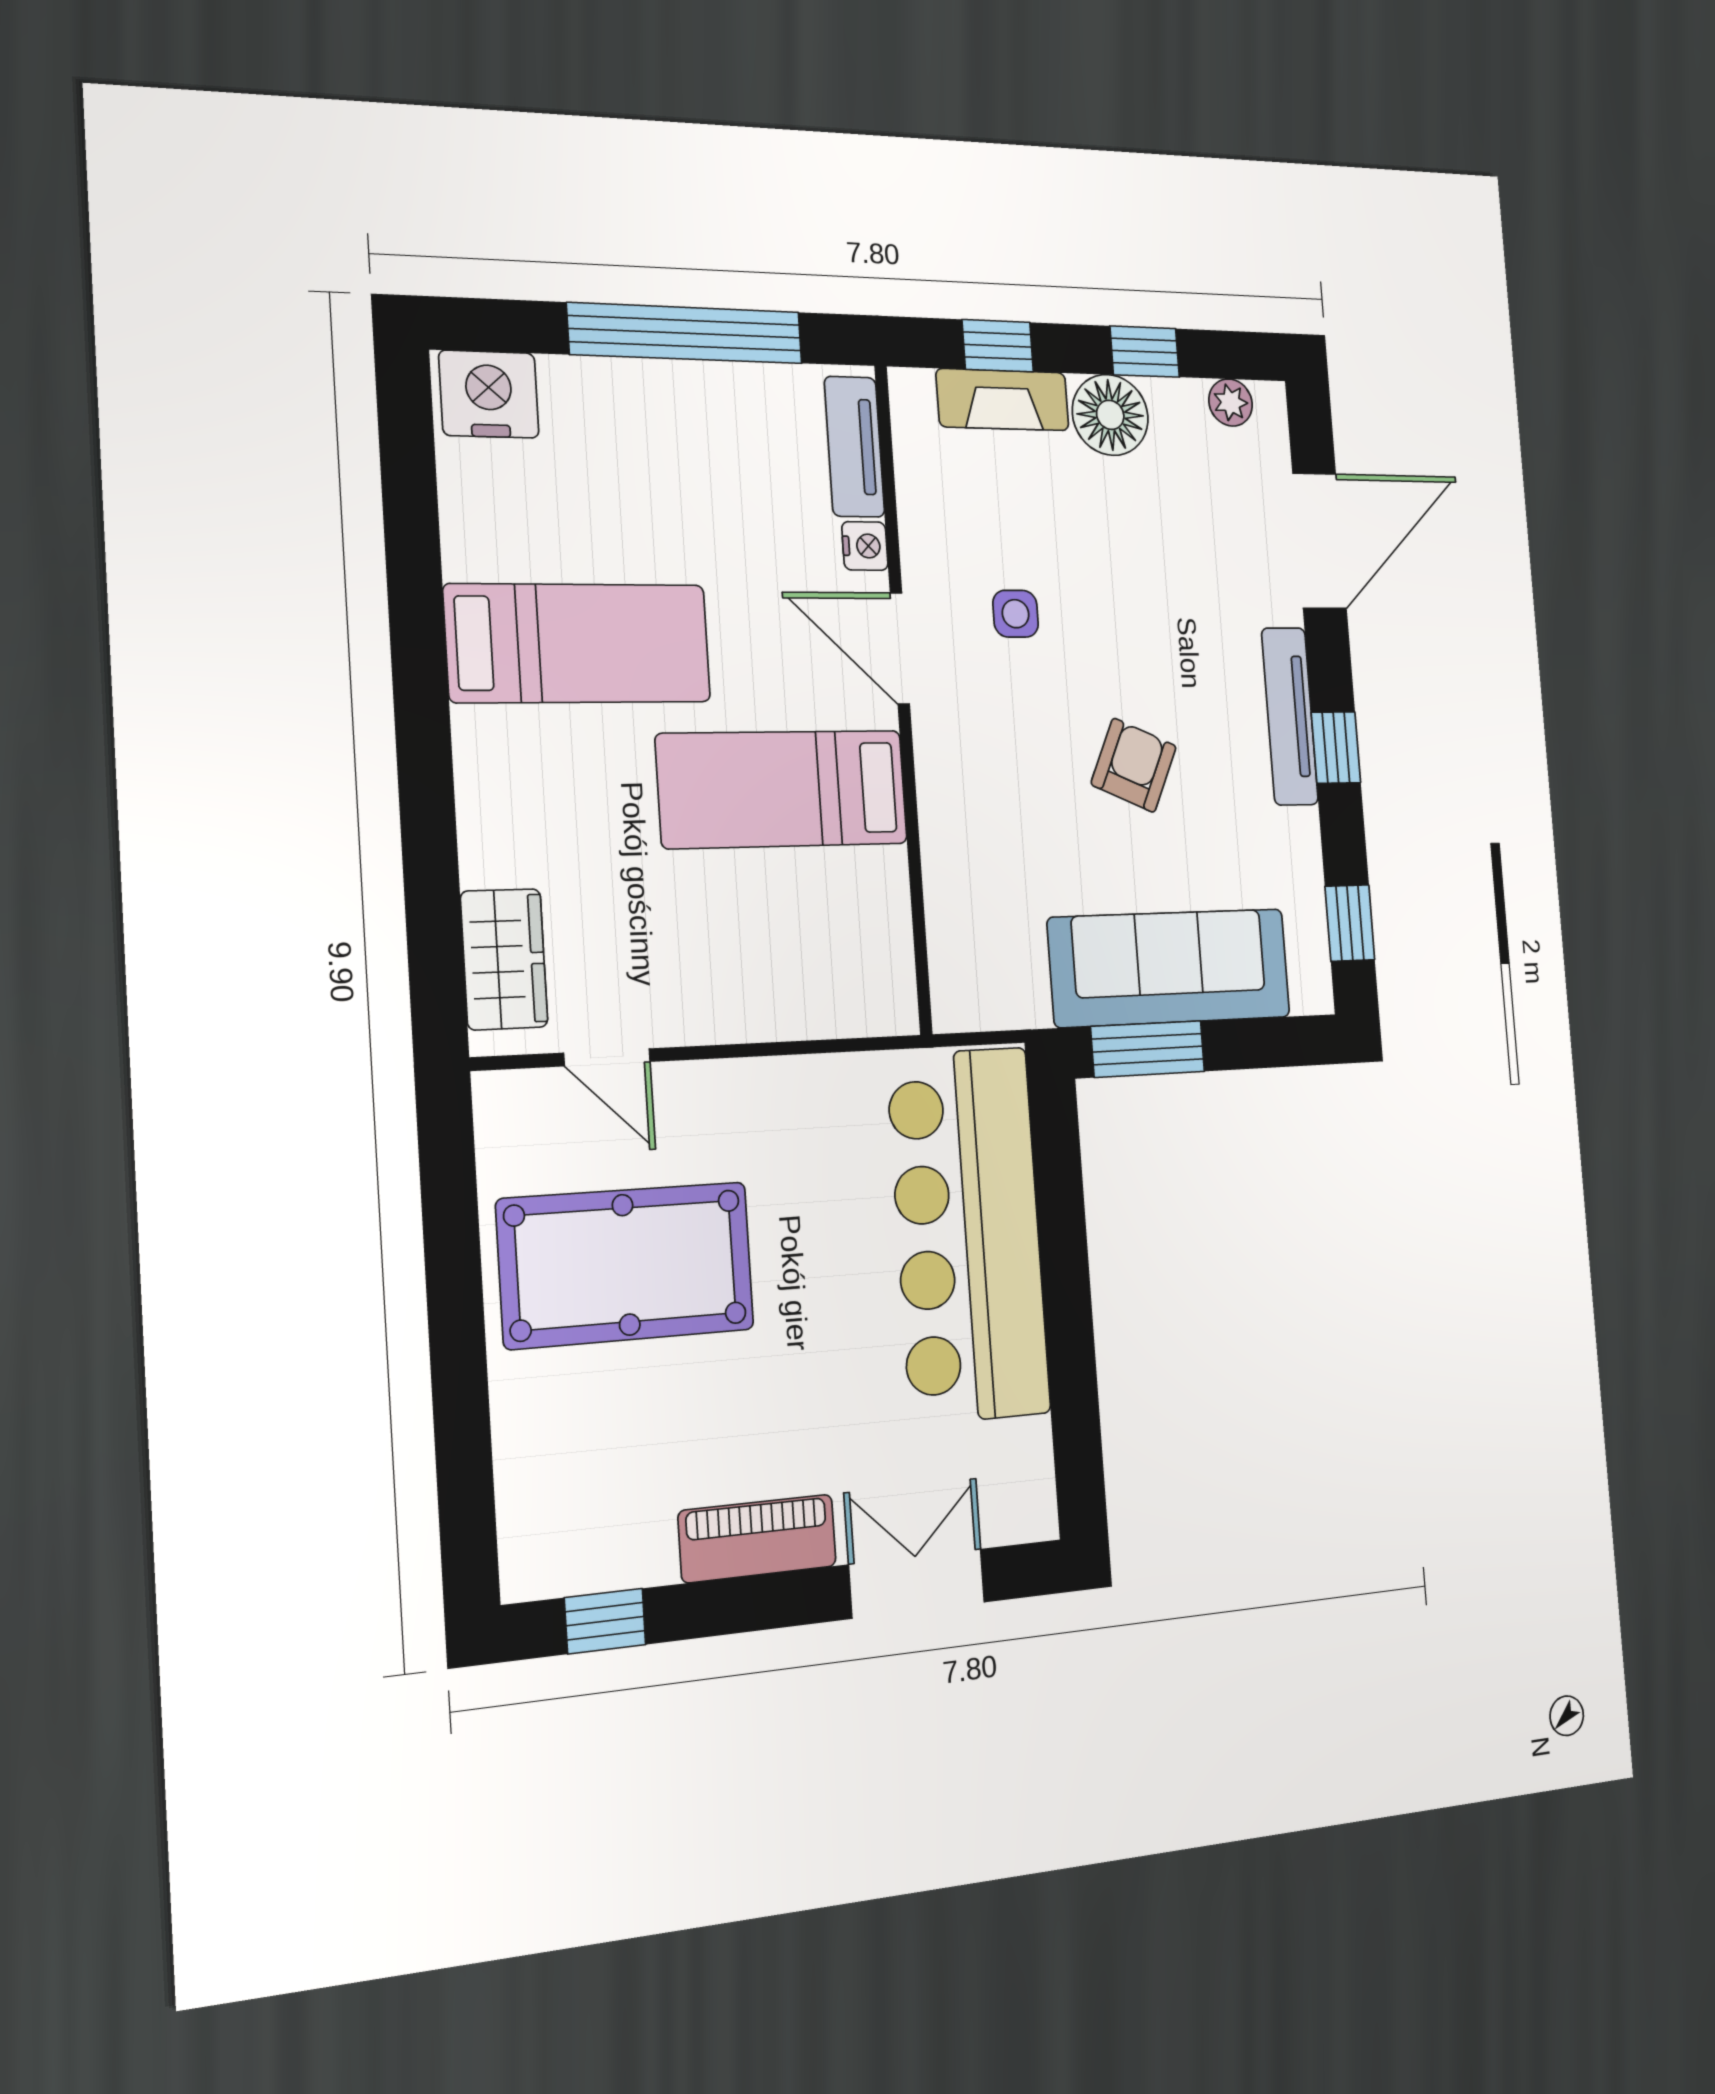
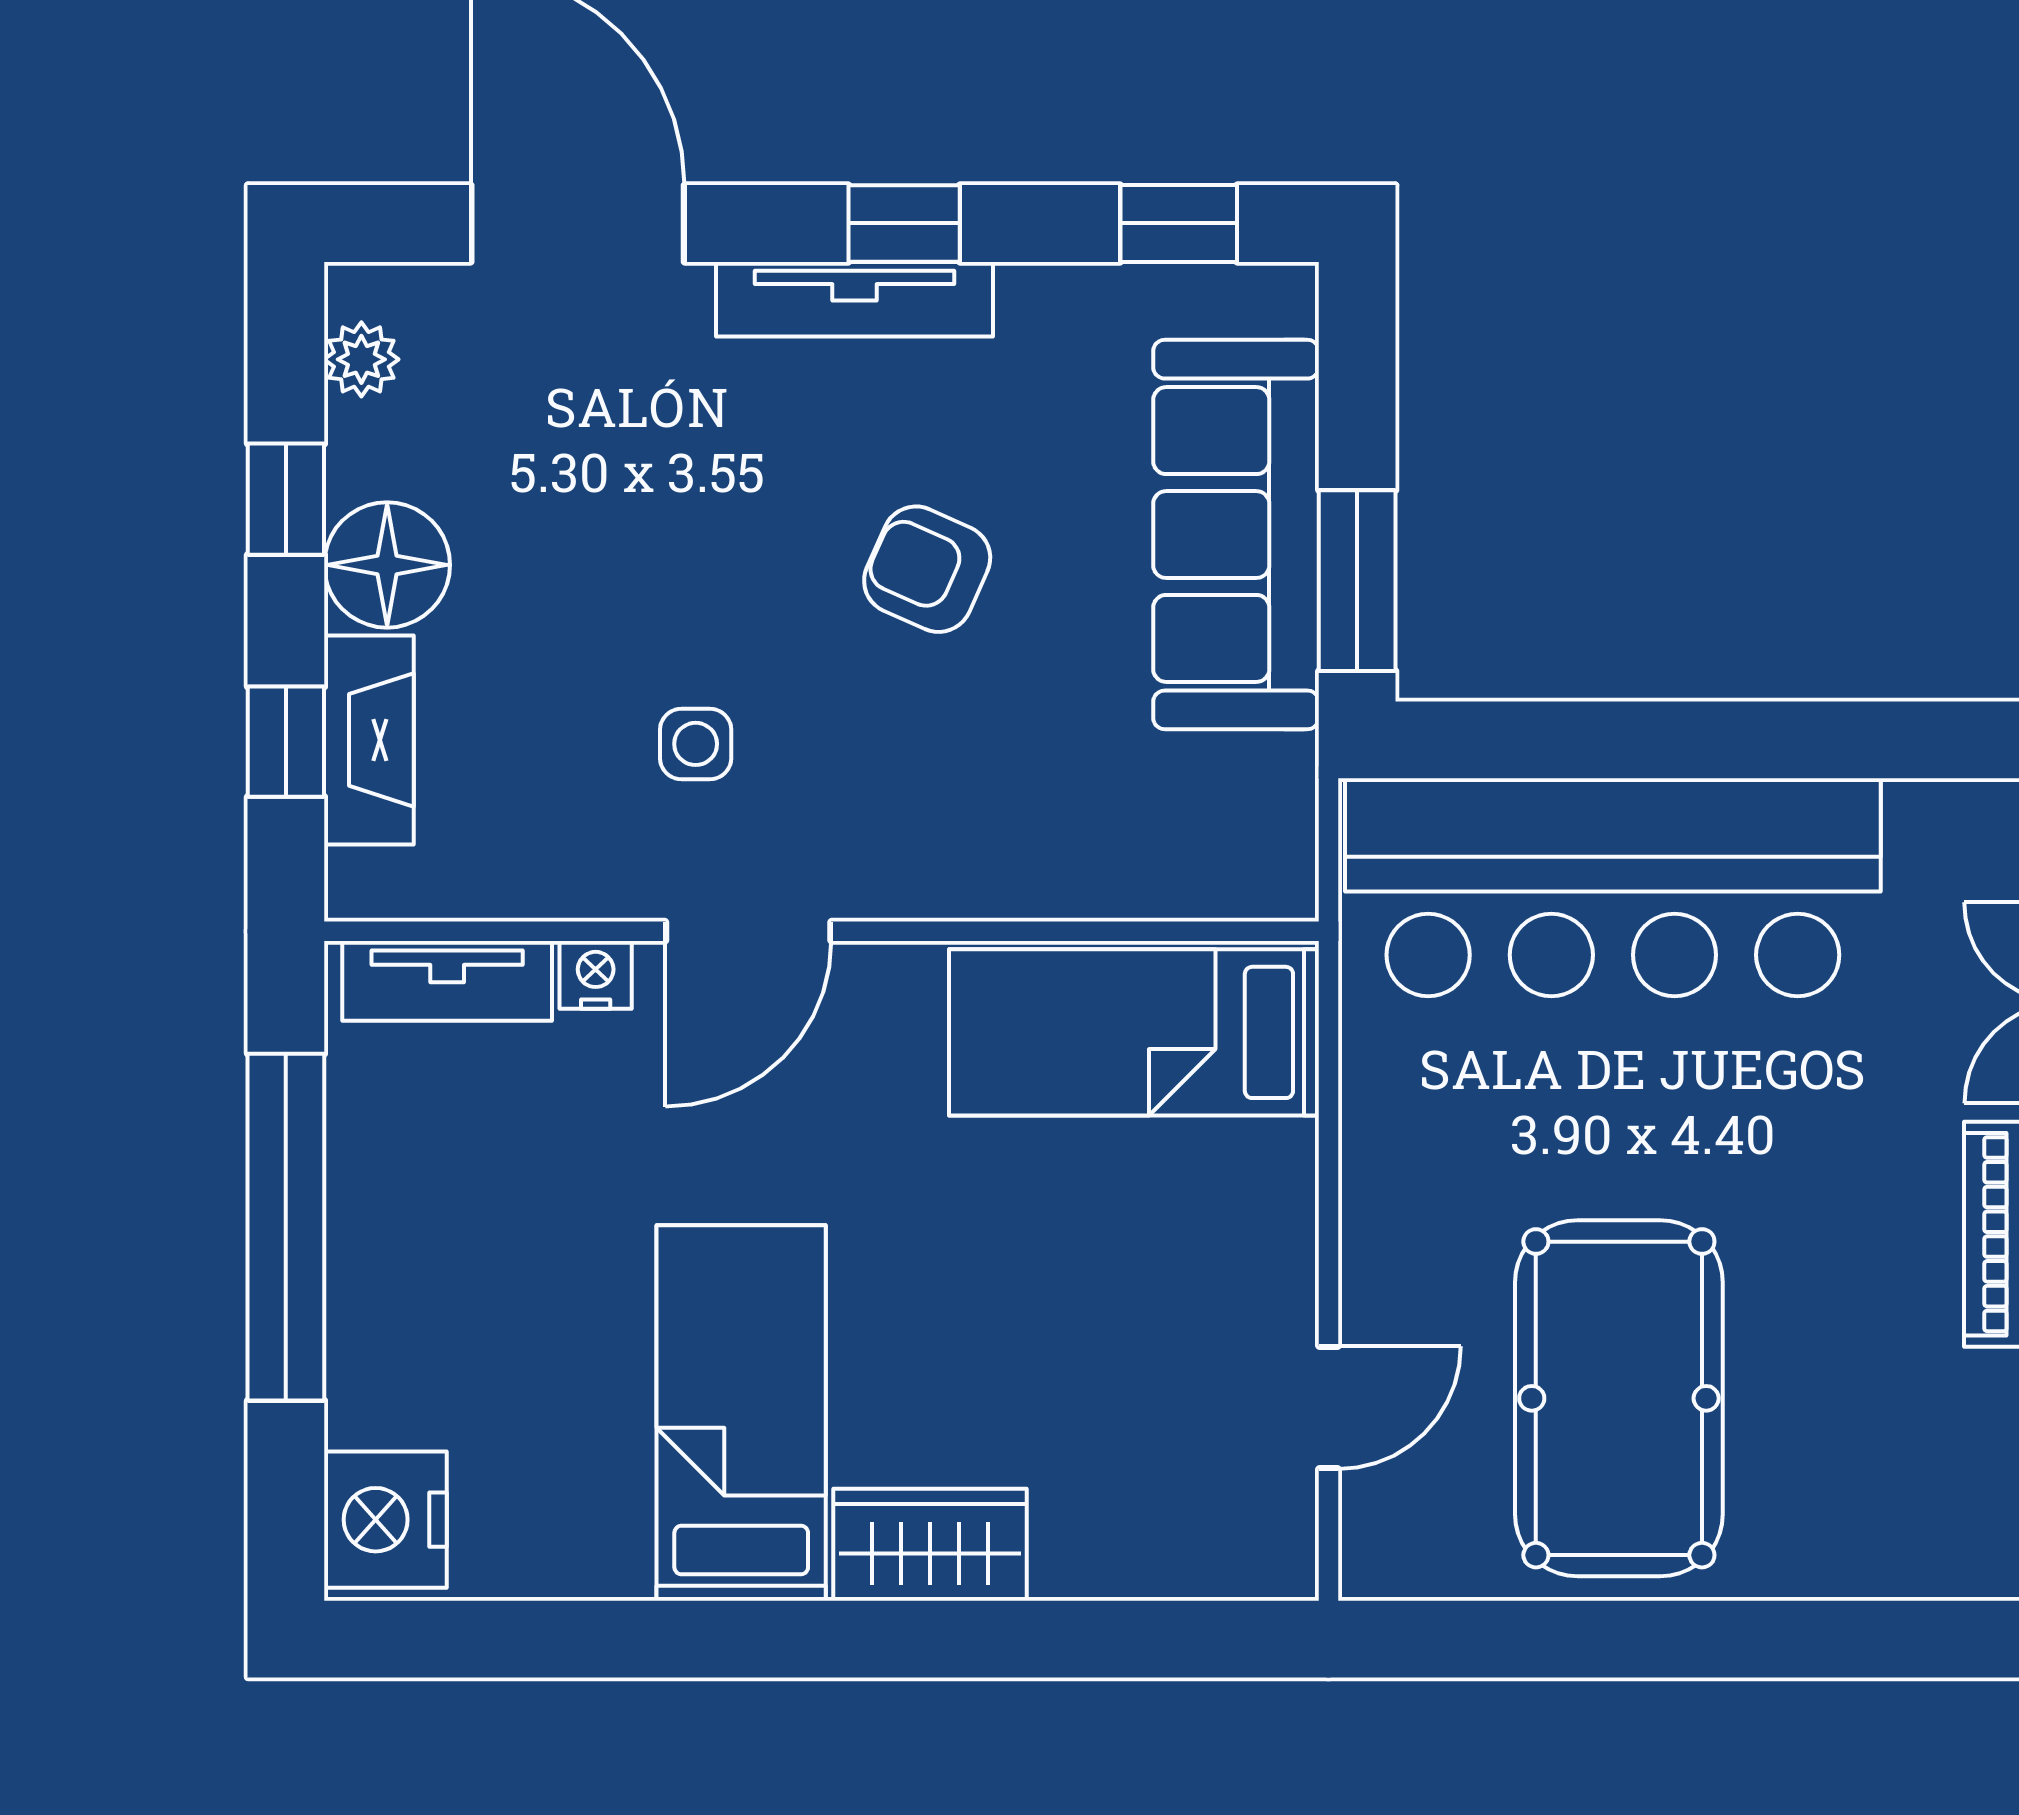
bed: (782, 789) -> (1134, 1032), moved, turned 90
wardrobe: (504, 959) -> (930, 1545), moved

